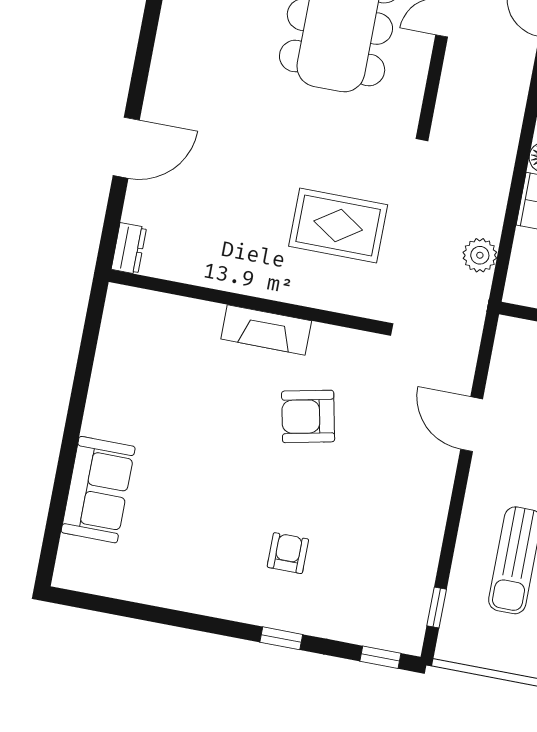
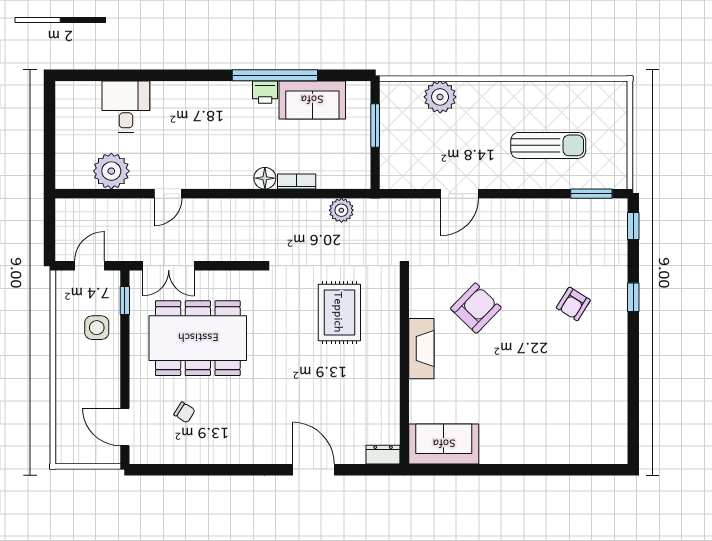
armchair: (308, 416) -> (476, 308), turned -124
sofa: (98, 490) -> (444, 444), moved
armchair: (288, 553) -> (573, 304), turned -58
window: (437, 608) -> (591, 194), width x1.50

